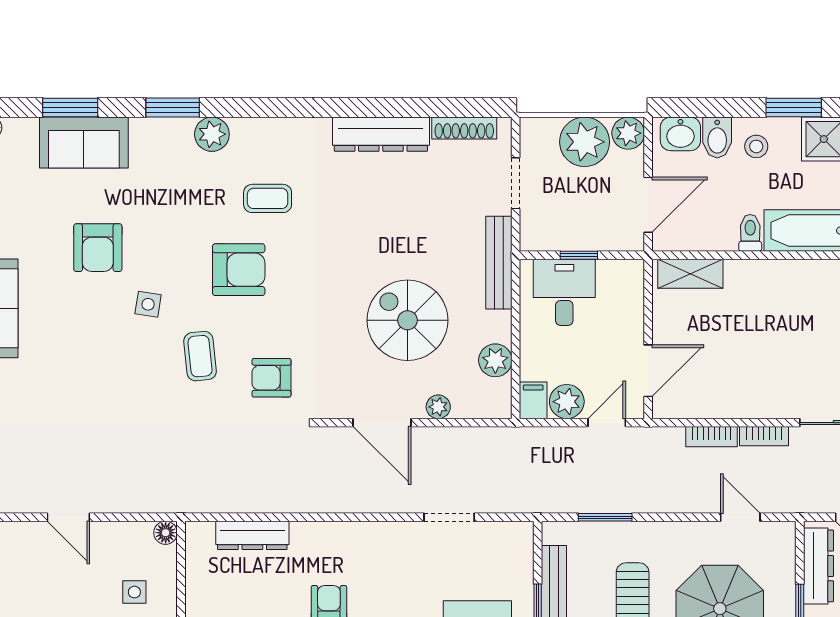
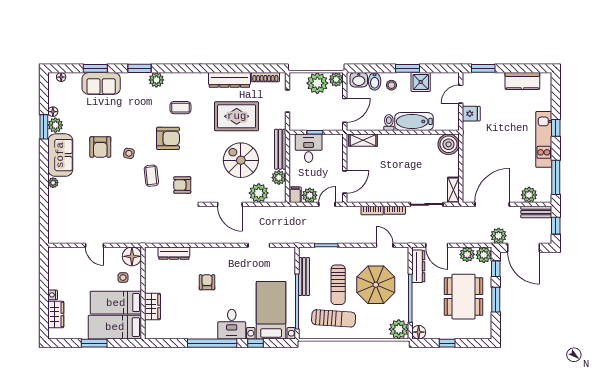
rug: (397, 218) -> (237, 116), added
armchair: (98, 248) -> (100, 147), moved
bench: (499, 263) -> (280, 149), moved
plant: (438, 407) -> (259, 193), width x1.87, depth x1.87
floor lamp: (166, 533) -> (132, 256), width x1.89, depth x1.89

